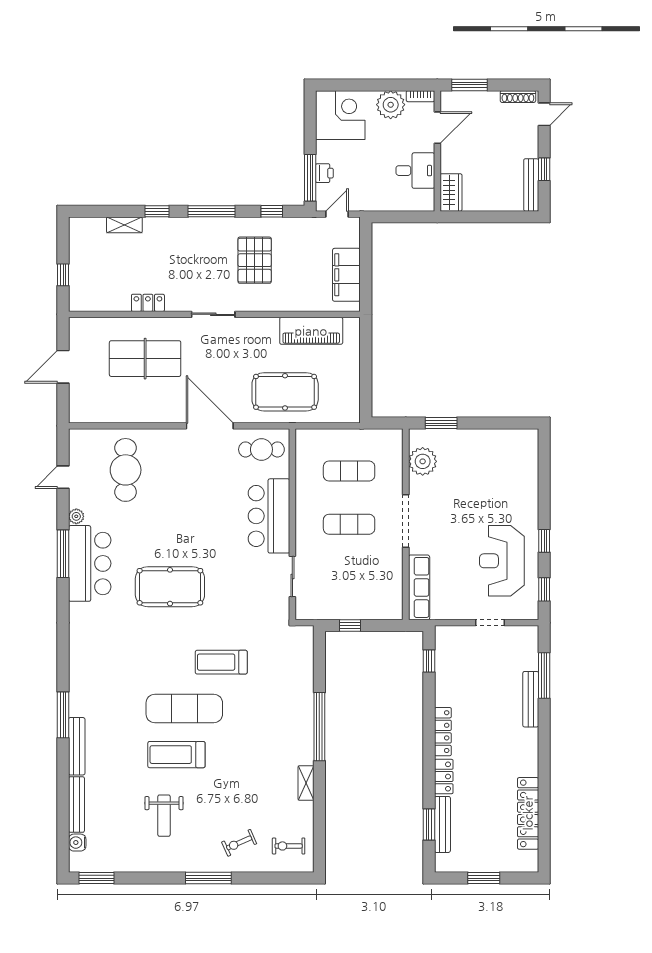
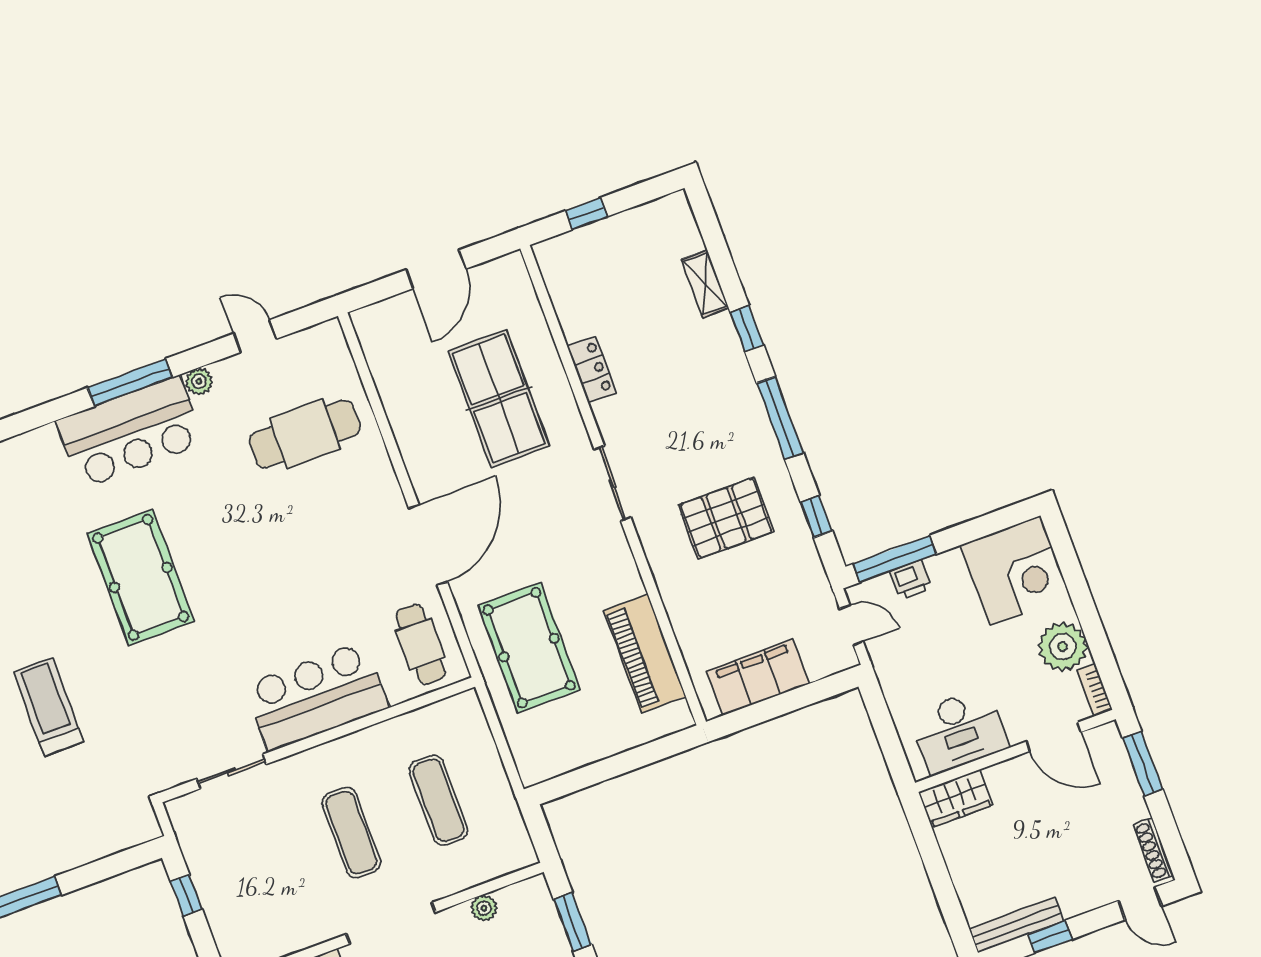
desk: (415, 171) -> (959, 731), width x1.37
door: (63, 367) -> (436, 269), swing flipped
plant: (423, 461) -> (484, 908), width x0.53, depth x0.53

